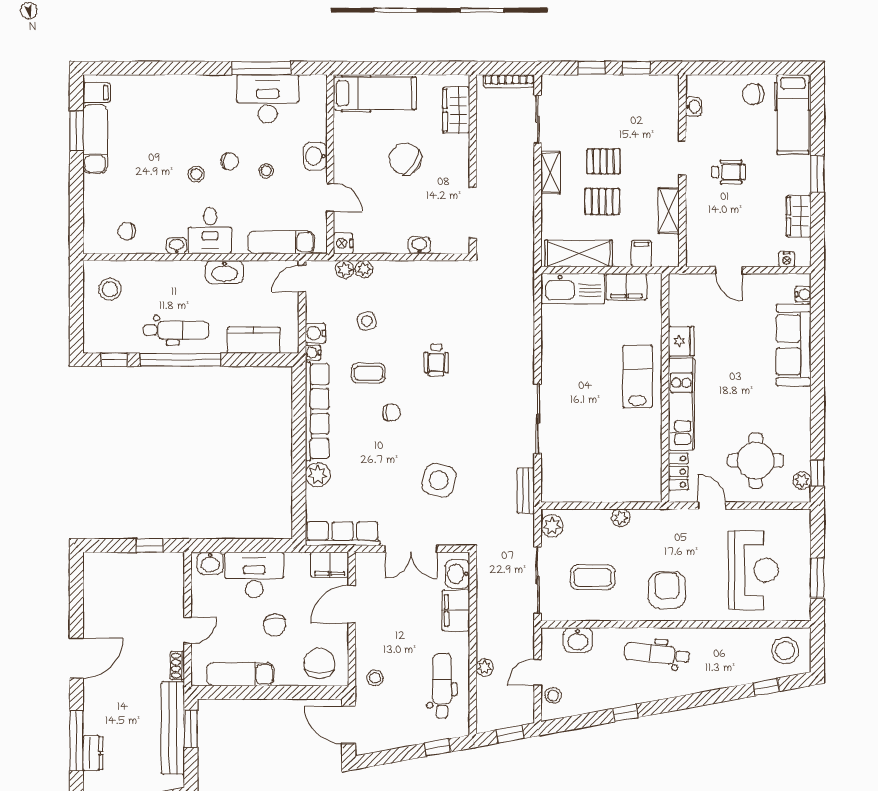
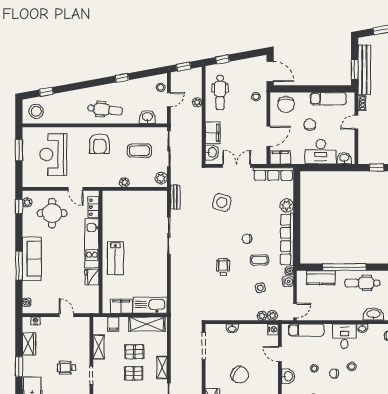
washbasin: (225, 272) -> (374, 314), moved
sofa: (793, 345) -> (32, 259), moved
window: (180, 360) -> (344, 267), moved
window: (817, 362) -> (19, 266), added

